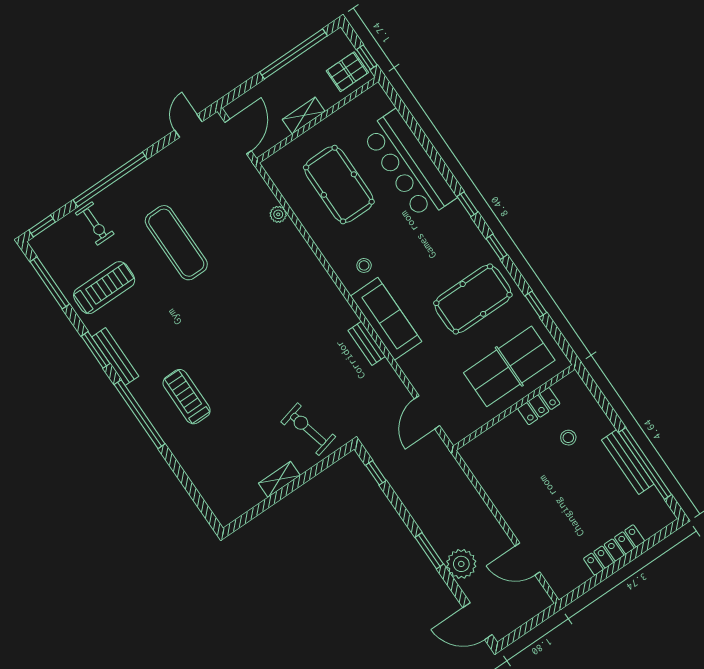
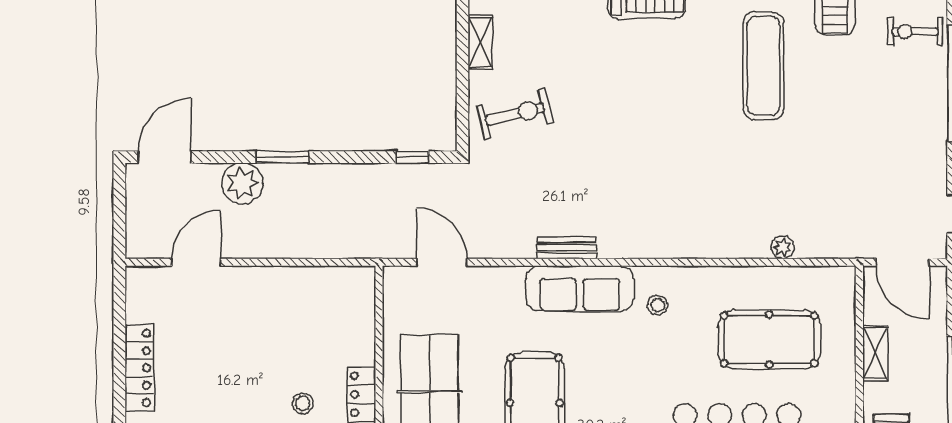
exercise mat: (176, 243) -> (764, 66), moved, turned 90

